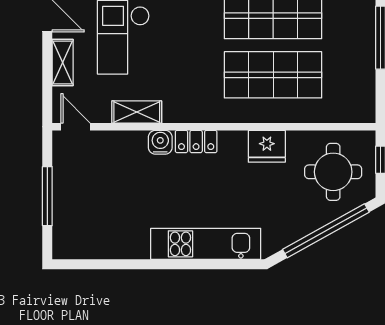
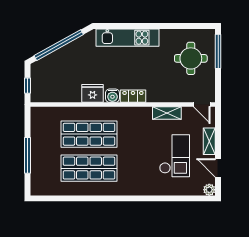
water cooler: (160, 142) -> (112, 96), moved
round table: (333, 172) -> (191, 58), moved
window: (47, 196) -> (218, 51), moved

